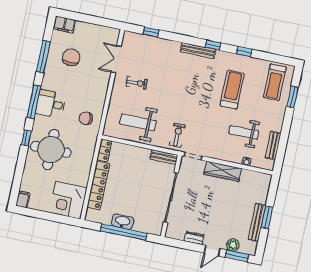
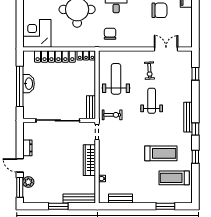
treadmill: (275, 82) -> (174, 178), moved
weight bench: (244, 132) -> (152, 101), moved
bench: (257, 222) -> (79, 198), moved

